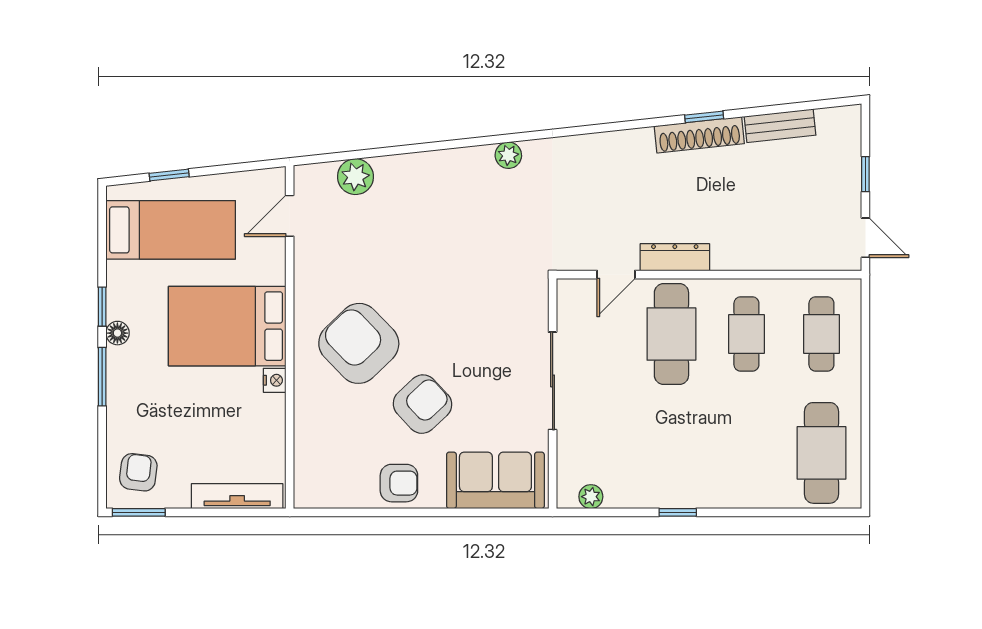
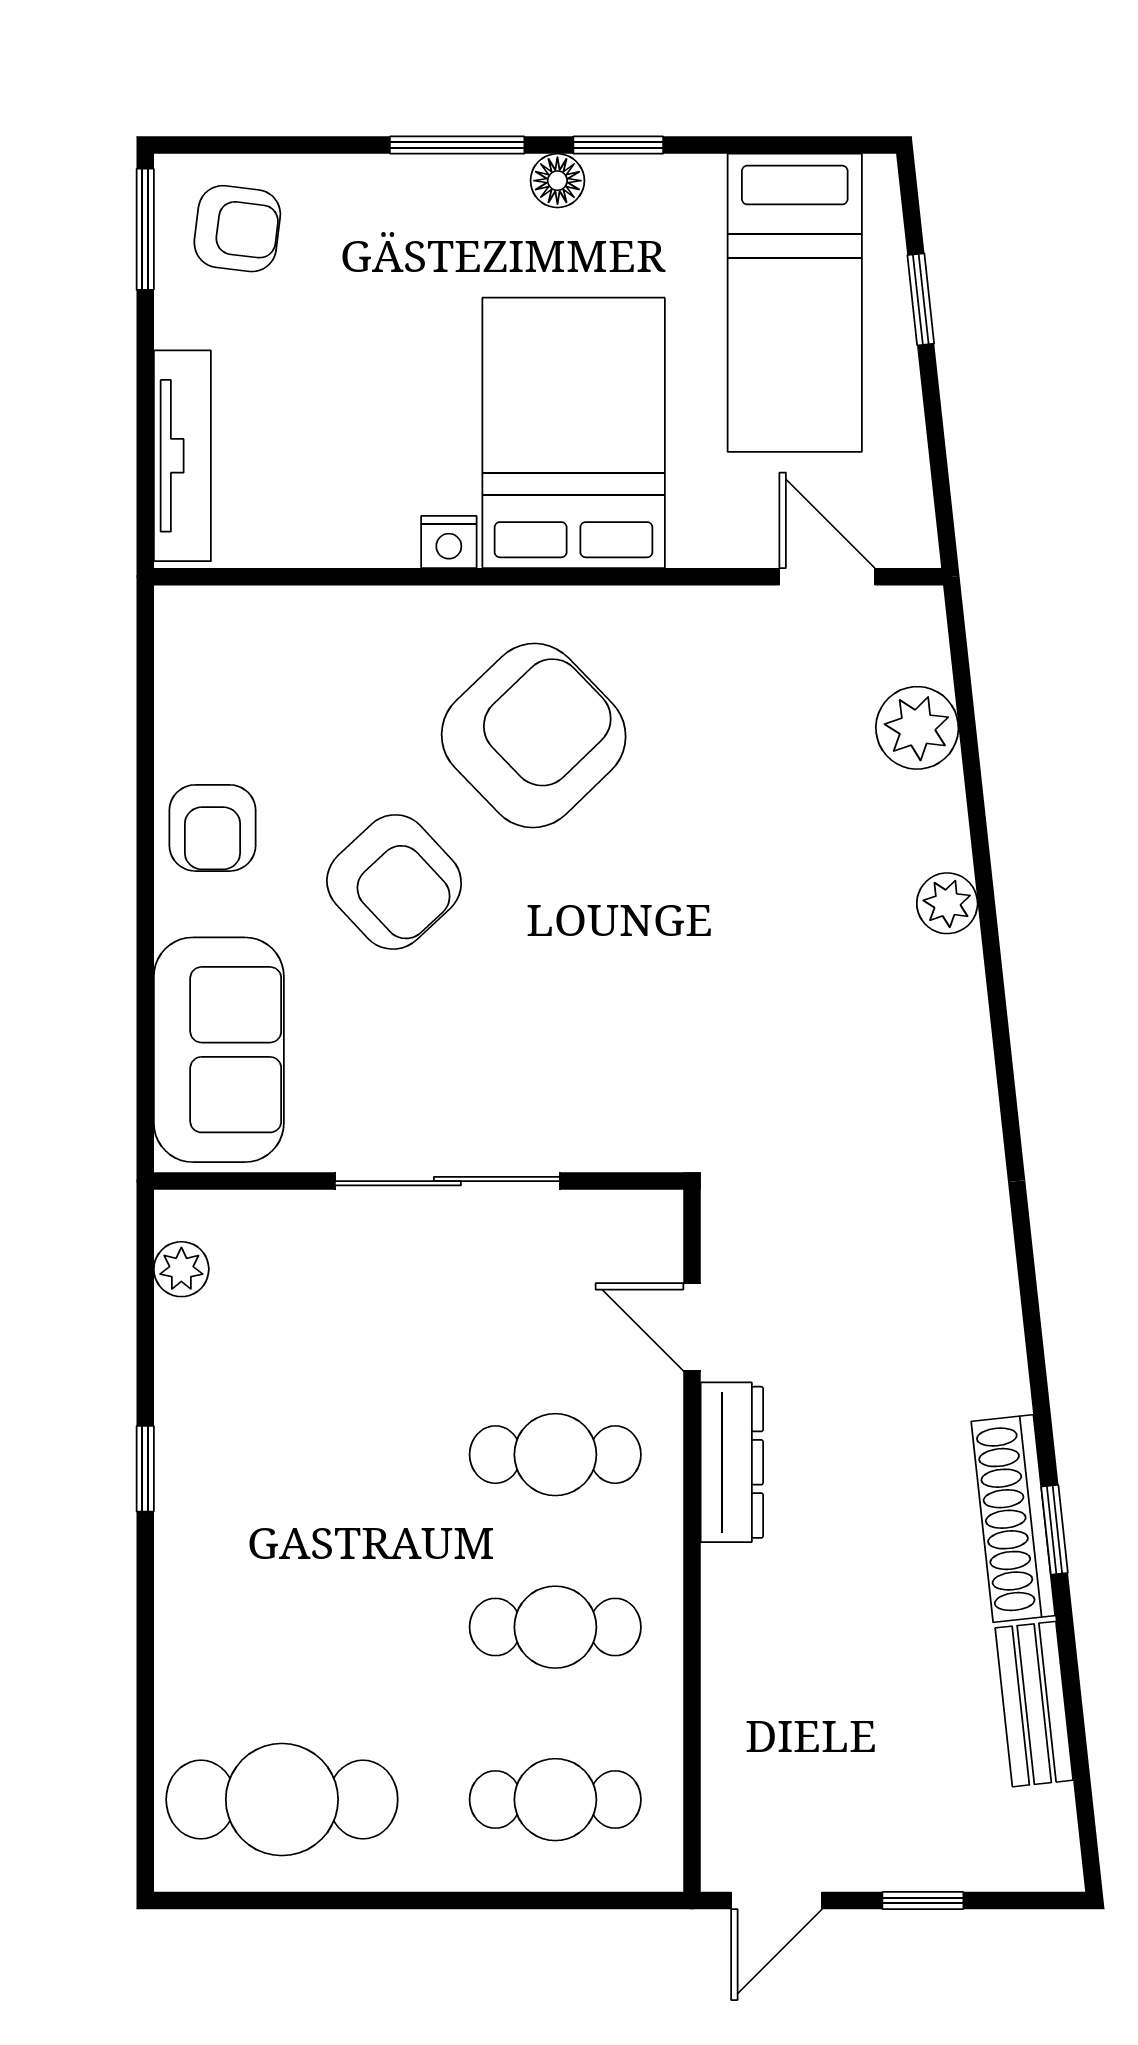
plant: (508, 155) -> (947, 903), moved
cafe table: (671, 334) -> (555, 1455), width x0.73, depth x0.74

